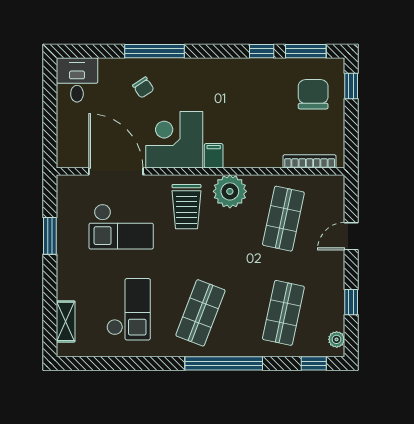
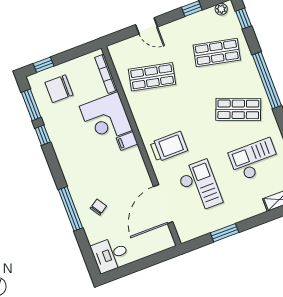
corner desk: (174, 140) -> (106, 118), moved
plant: (230, 191) -> (147, 121), removed

